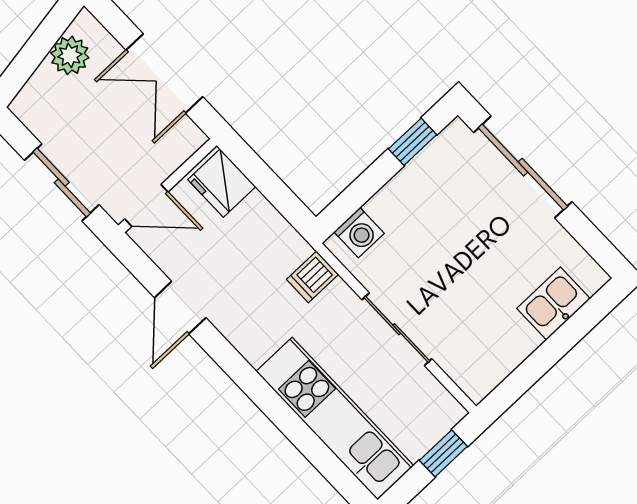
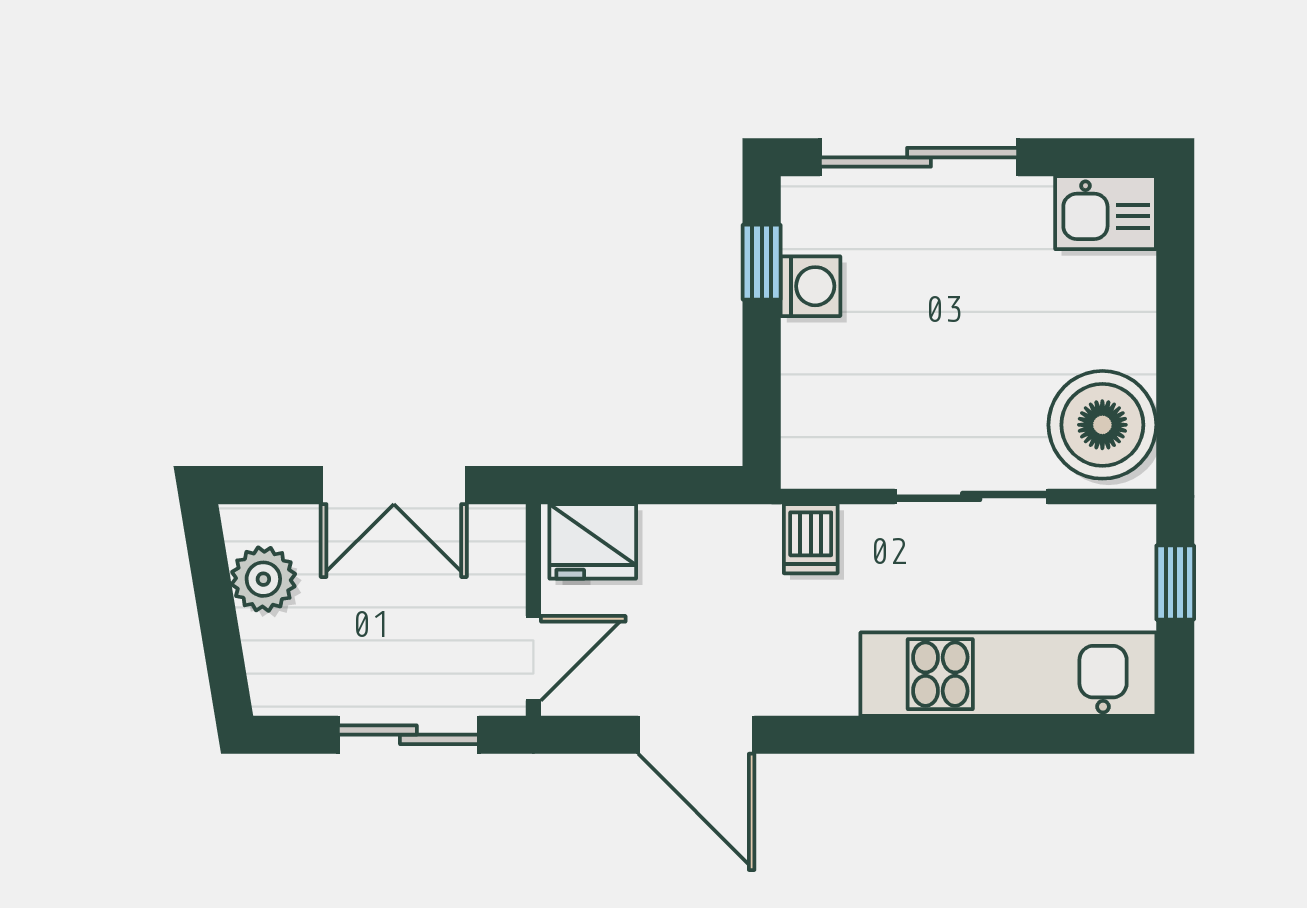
washing machine: (359, 233) -> (810, 286), moved
kitchen sink: (553, 304) -> (1106, 213), moved, turned -90
door: (180, 308) -> (696, 735), width x1.38
boiler: (482, 357) -> (1102, 425), added

